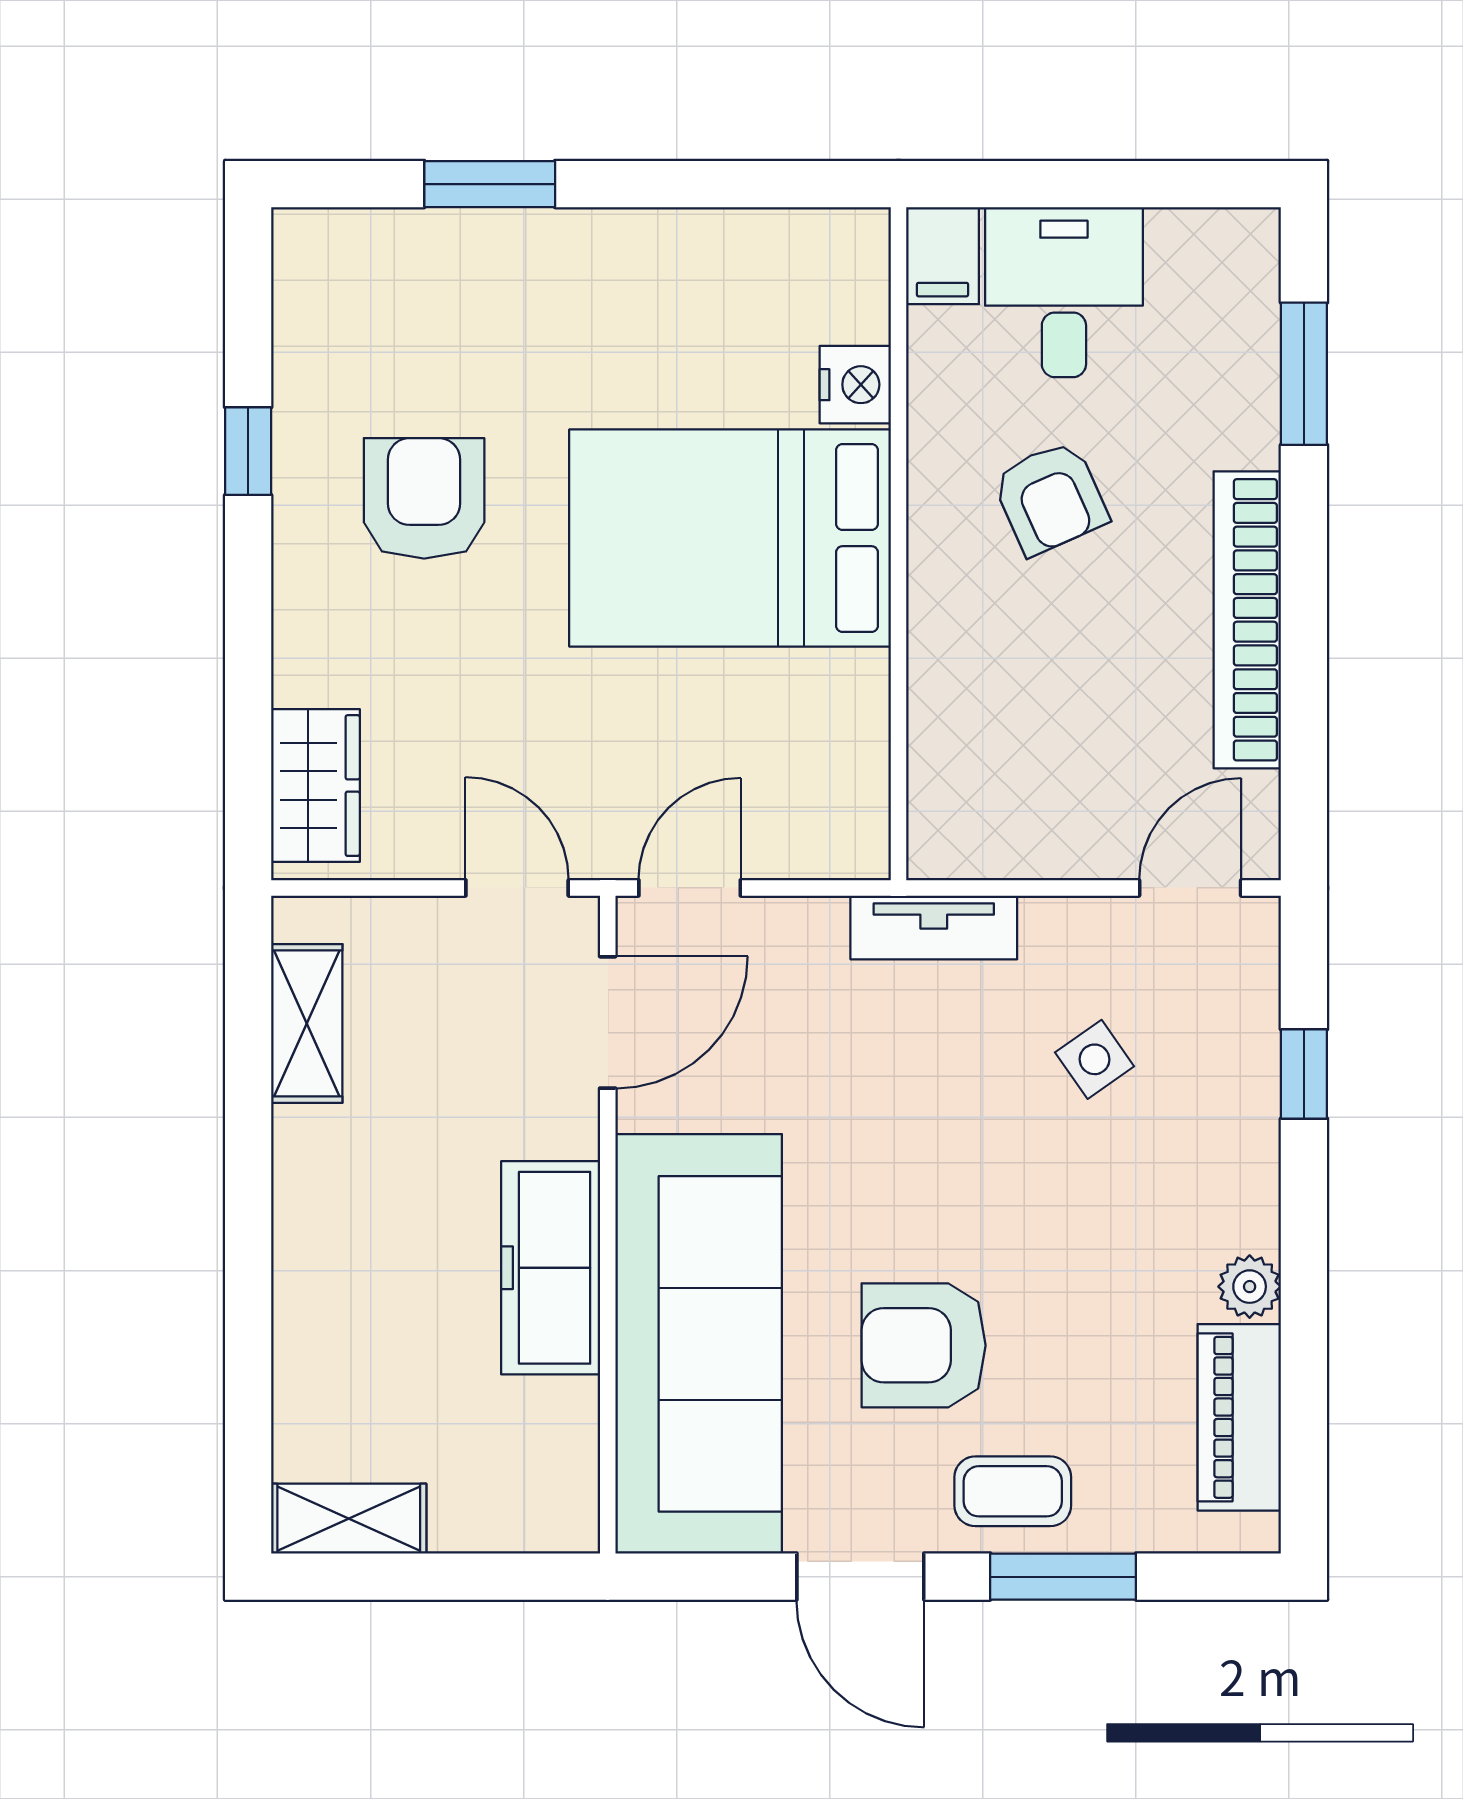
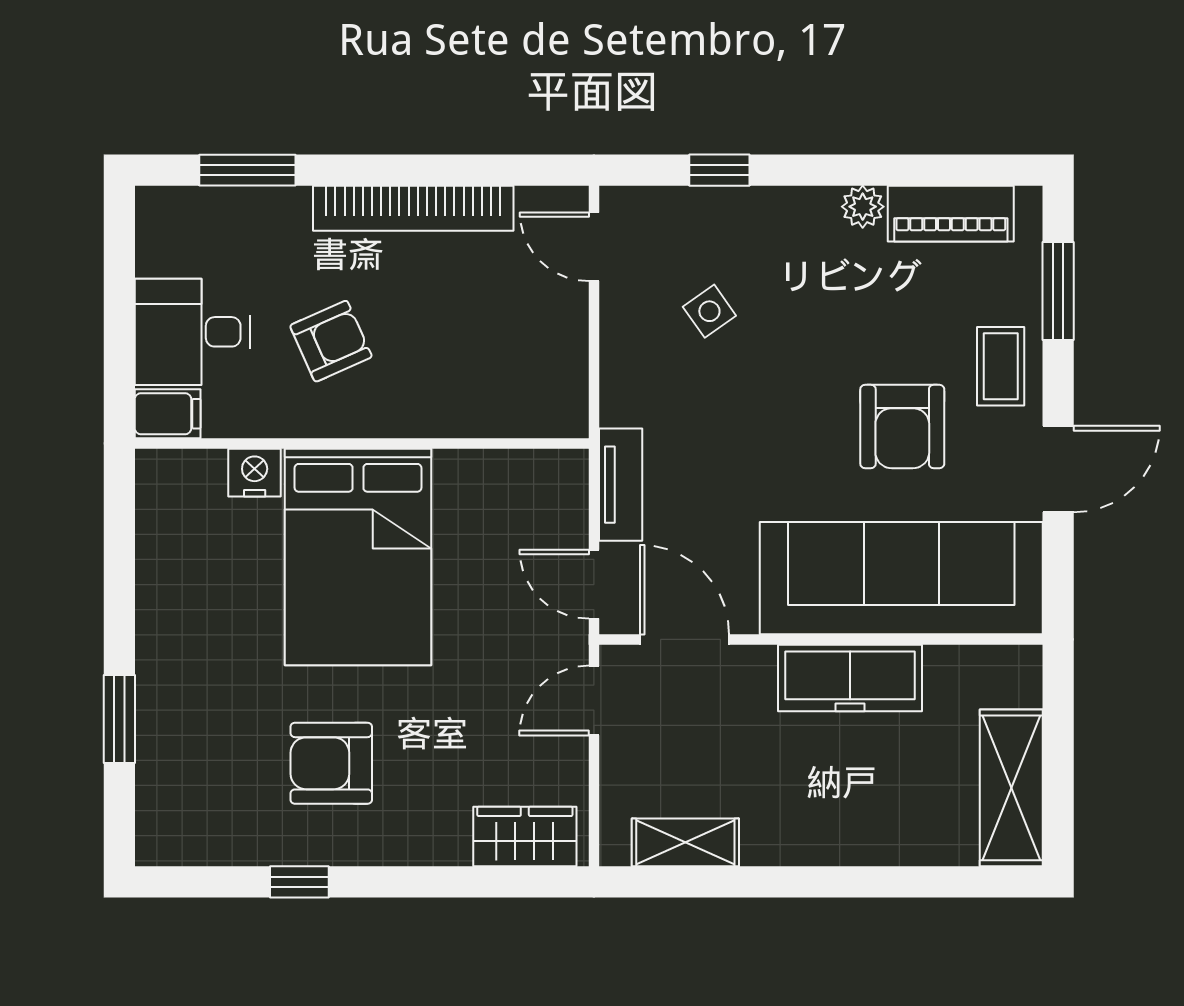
tv unit: (934, 927) -> (621, 485), moved
shelving: (349, 1519) -> (1011, 788), width x1.50, depth x1.33
window: (1063, 1577) -> (1058, 291), moved

